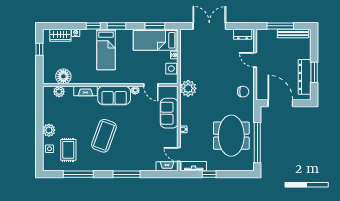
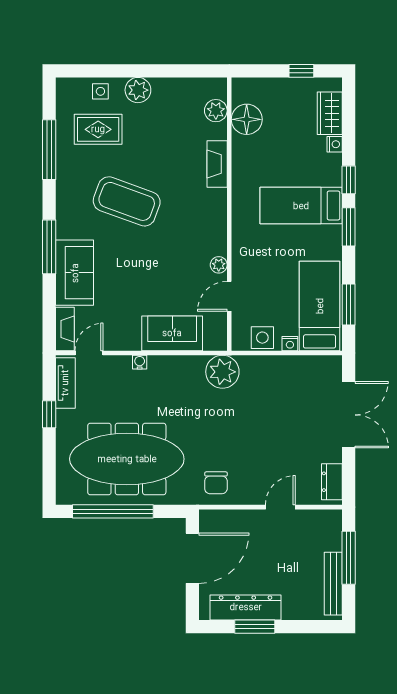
sofa: (114, 95) -> (75, 273), moved, turned 180
meeting table: (231, 136) -> (127, 459), width x1.36

